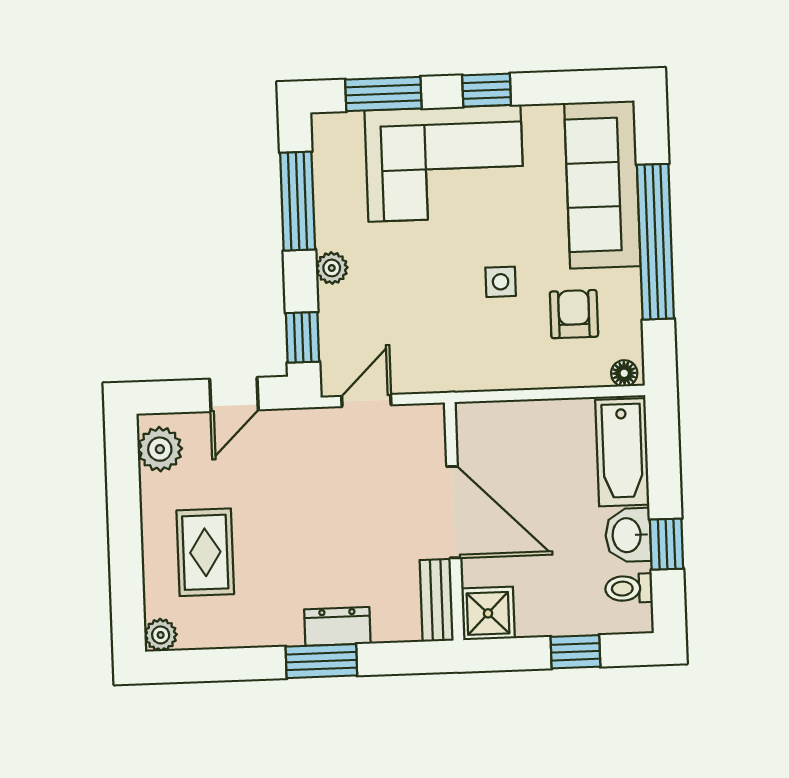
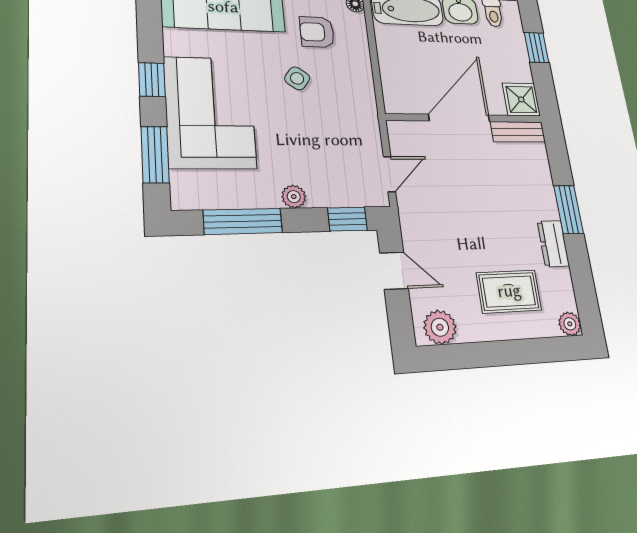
side table: (501, 282) -> (297, 78), turned 36
door: (366, 401) -> (389, 174), swing flipped
dresser: (337, 626) -> (553, 244), moved

